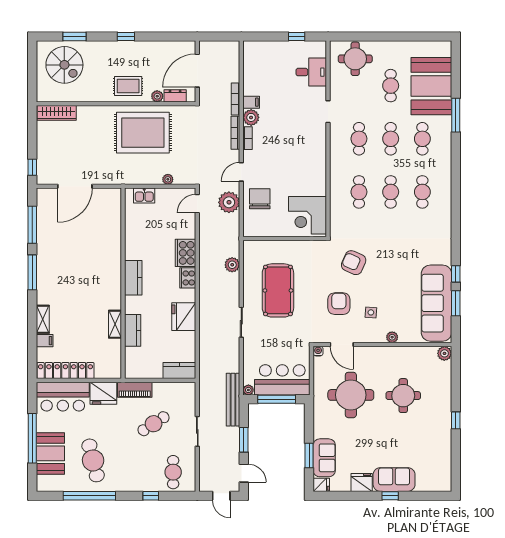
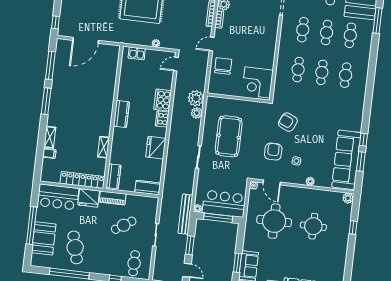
plant: (229, 202) -> (196, 98), moved
kitchen counter: (133, 330) -> (113, 176), moved
locker: (65, 371) -> (82, 180), moved
window: (456, 420) -> (353, 227), moved

